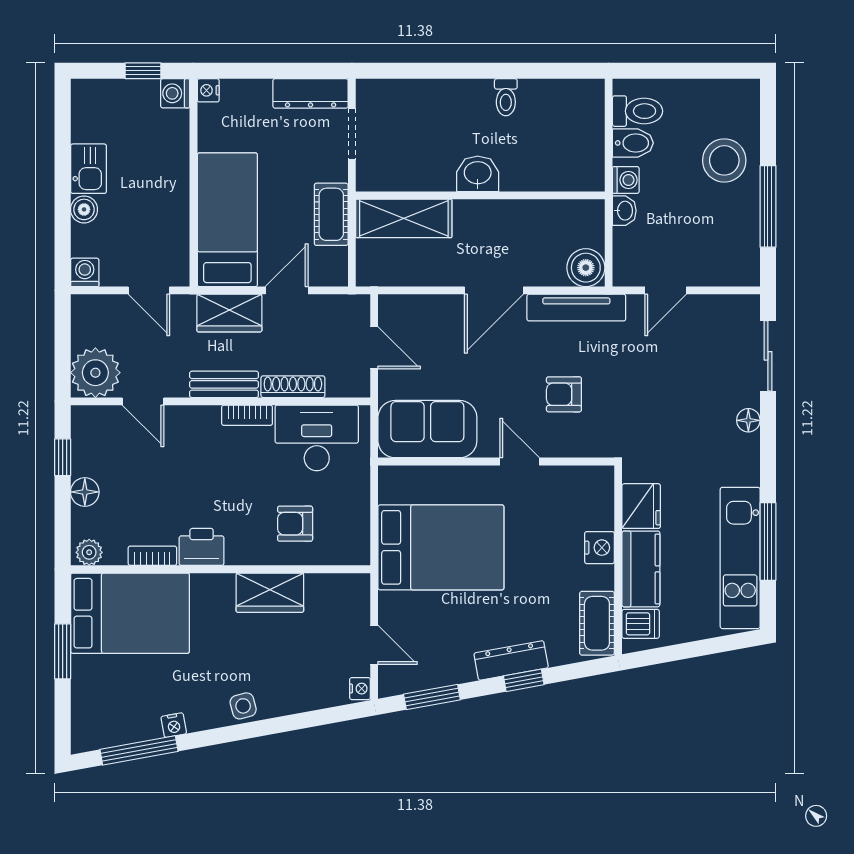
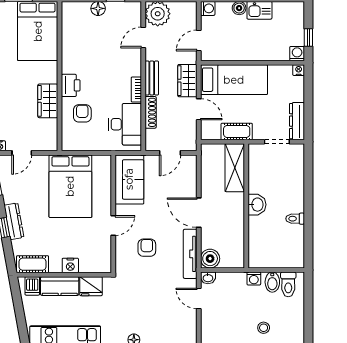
stool: (724, 160) -> (264, 328), width x0.53, depth x0.53
washbasin: (624, 211) -> (208, 278), moved
printer: (202, 547) -> (71, 85), moved
plant: (89, 552) -> (68, 11), removed
bookcase: (152, 556) -> (66, 42), removed

